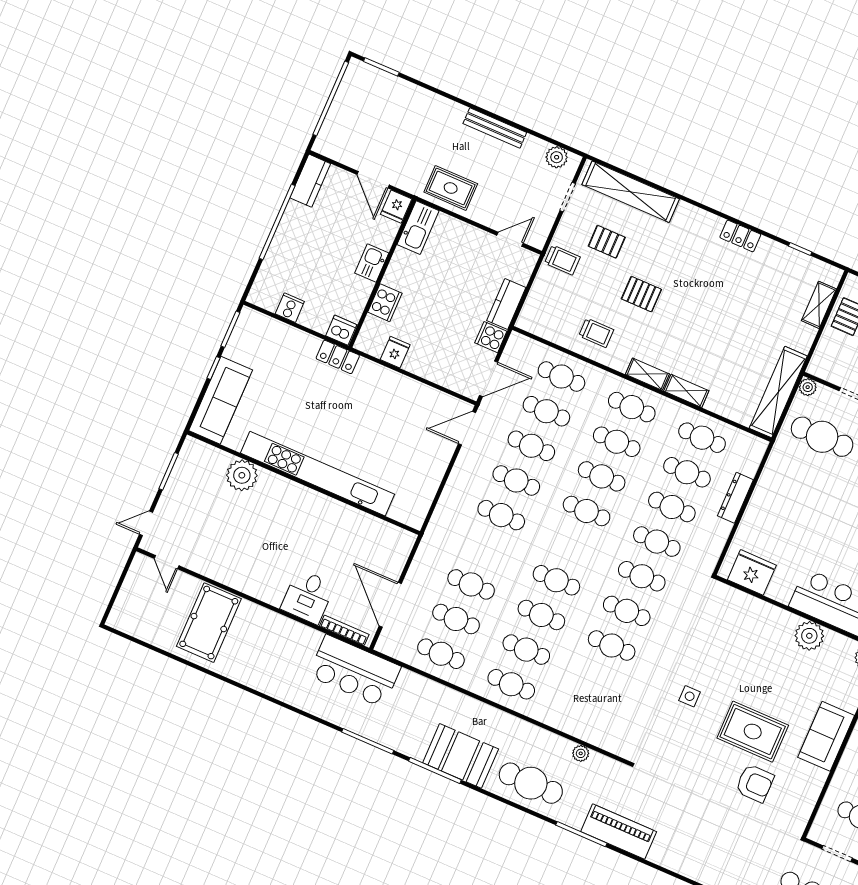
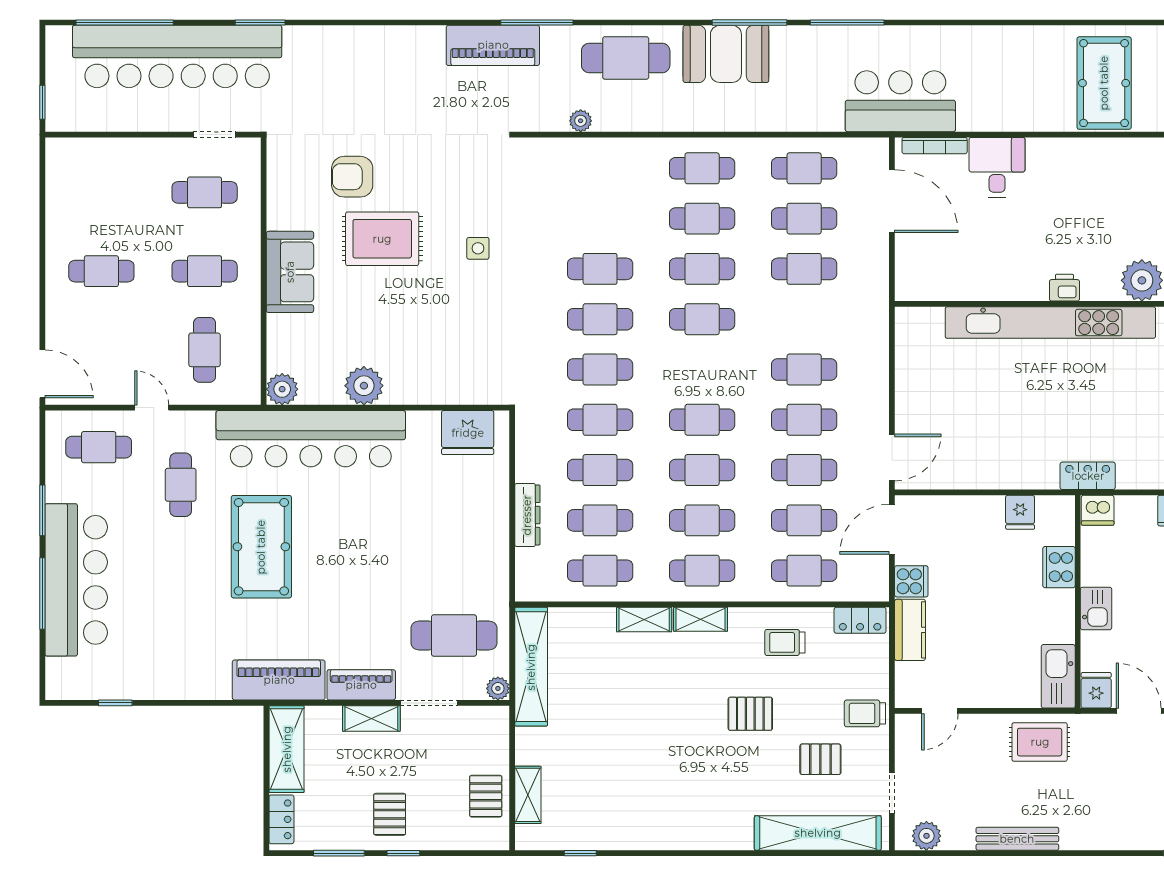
locker: (740, 236) -> (860, 620), moved, turned 180
printer: (297, 494) -> (1064, 288), added

